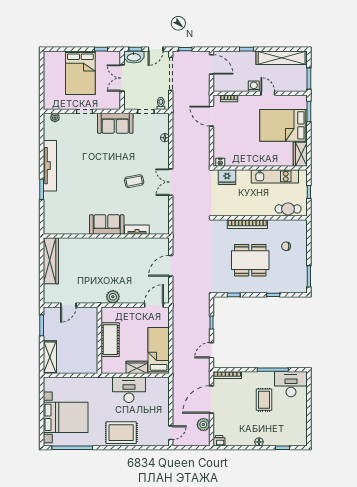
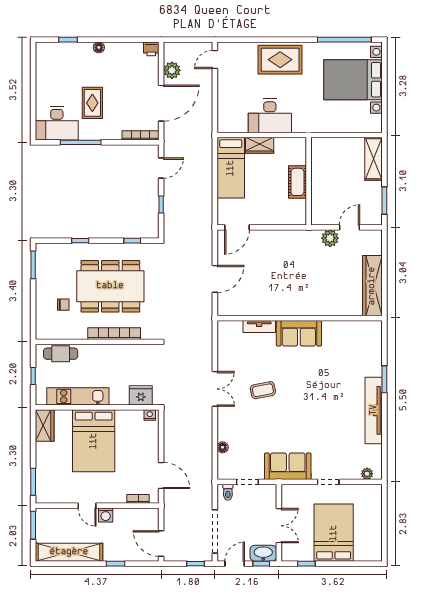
bed: (284, 125) -> (94, 441), moved, turned 90
dining table: (250, 260) -> (110, 286), width x1.36, depth x1.24
plant: (113, 297) -> (330, 238), moved
cot: (110, 340) -> (297, 182), width x0.73, depth x0.75

